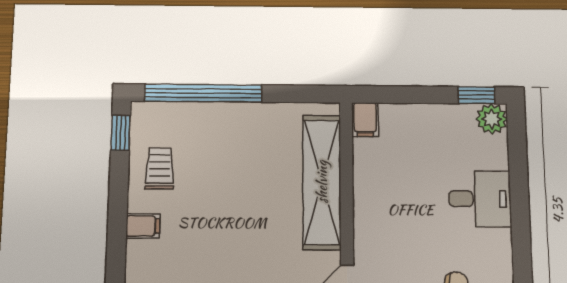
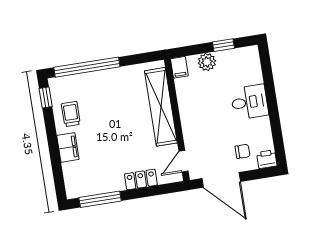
window: (477, 95) -> (223, 45), moved
plant: (492, 119) -> (207, 62), moved
filing cabinet: (143, 226) -> (68, 147), width x2.00

